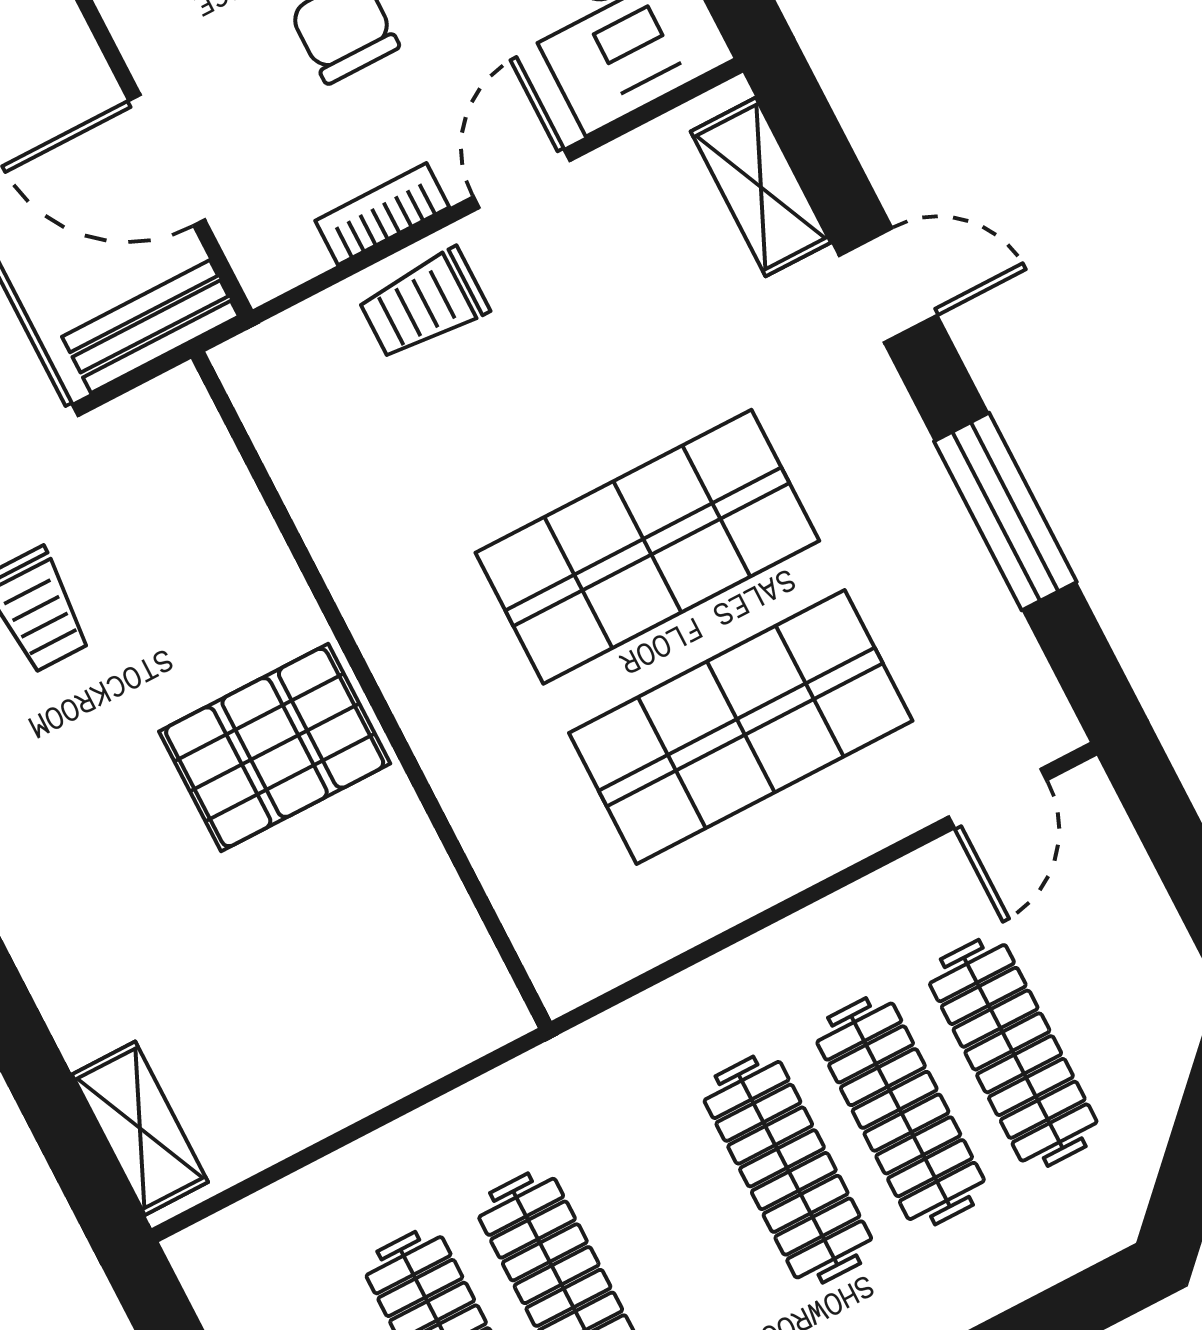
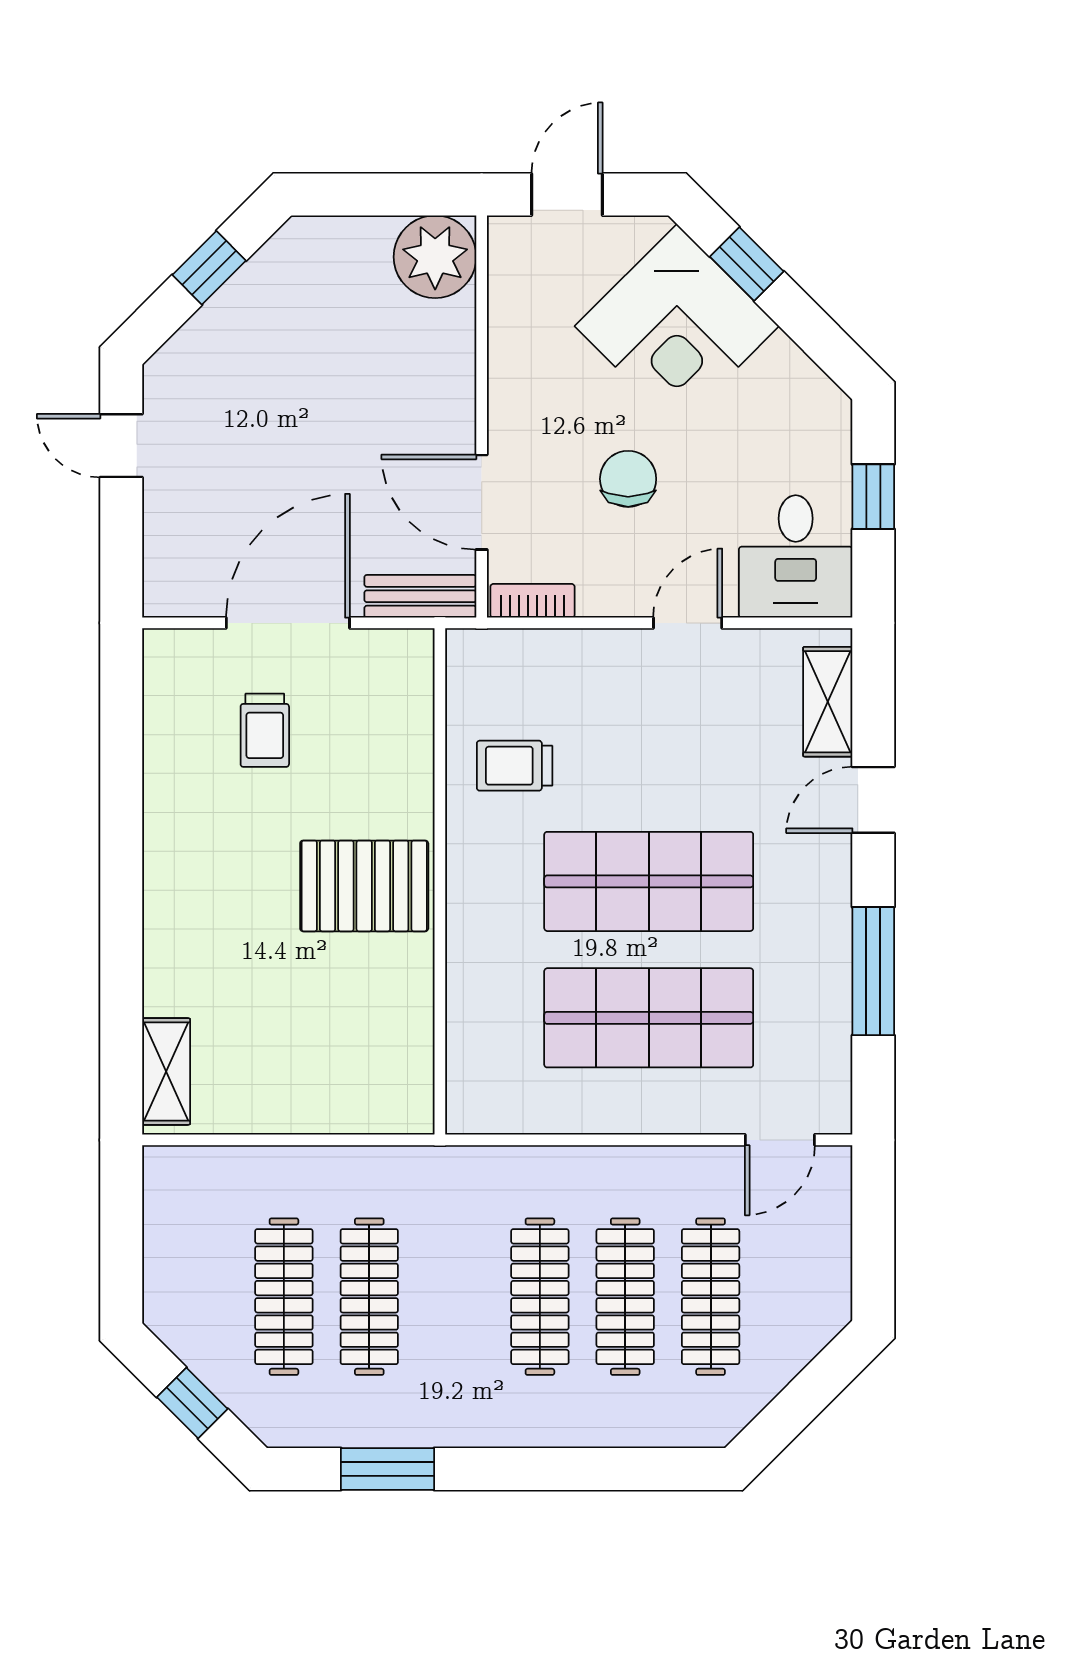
bookcase: (382, 214) -> (532, 601), moved
door: (888, 285) -> (873, 800), swing flipped
trolley: (424, 304) -> (515, 766), moved

